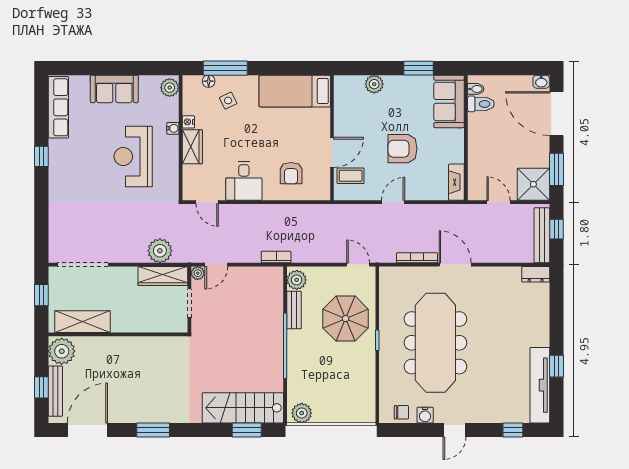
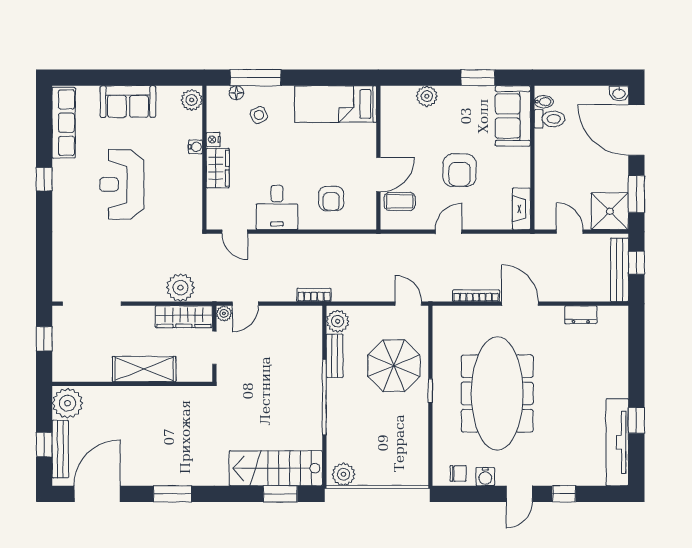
armchair: (403, 149) -> (459, 170), turned -90
reception desk: (133, 156) -> (122, 184), moved
dresser: (536, 274) -> (581, 315), moved
shelving: (82, 322) -> (144, 369), moved
window: (513, 430) -> (564, 494), moved

